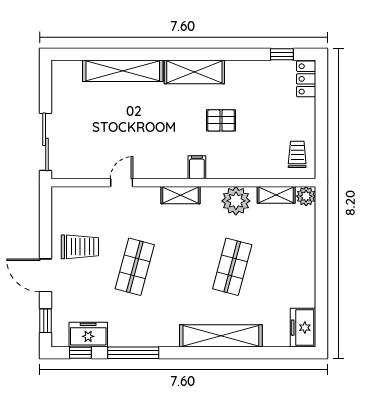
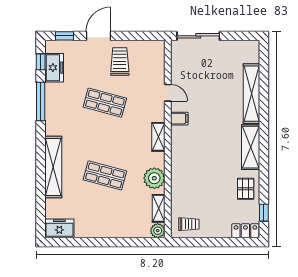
pallet: (221, 120) -> (246, 189), moved
filing cabinet: (197, 167) -> (179, 119), moved
trolley: (80, 247) -> (120, 62), turned 180

